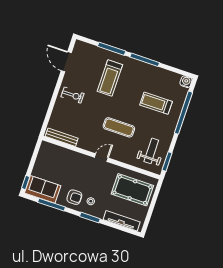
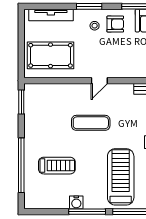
treadmill: (110, 78) -> (121, 177), width x1.37, depth x1.38
water cooler: (186, 82) -> (76, 202), moved
weight bench: (151, 151) -> (44, 108), removed
armchair: (74, 197) -> (115, 24), turned 180

